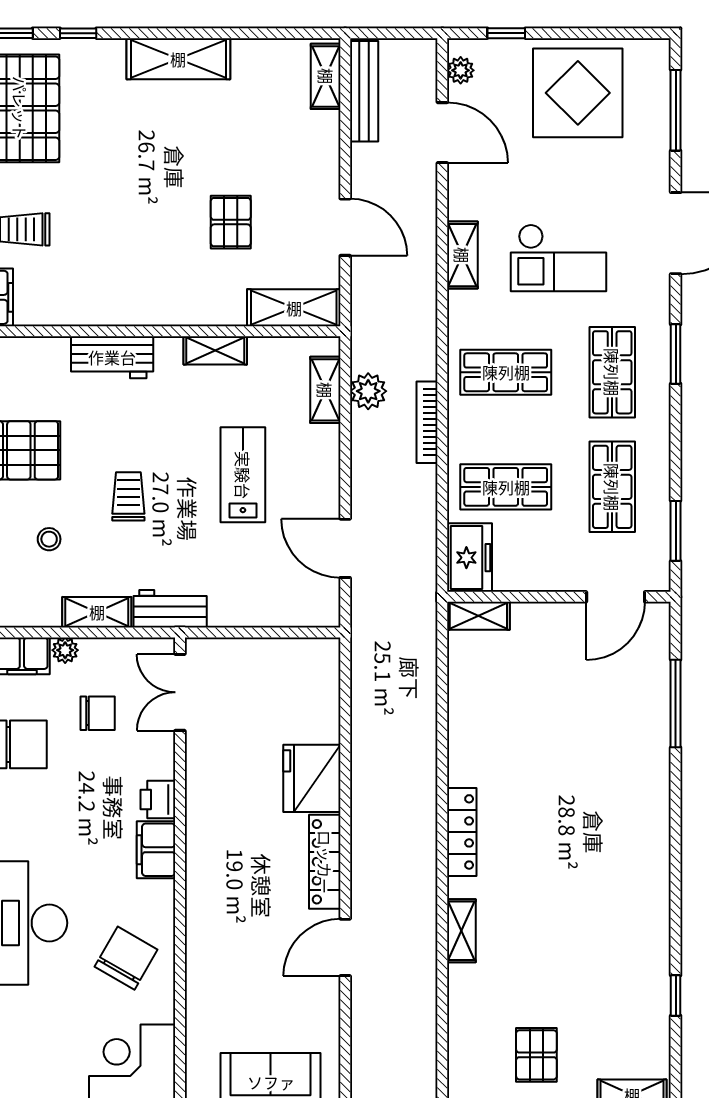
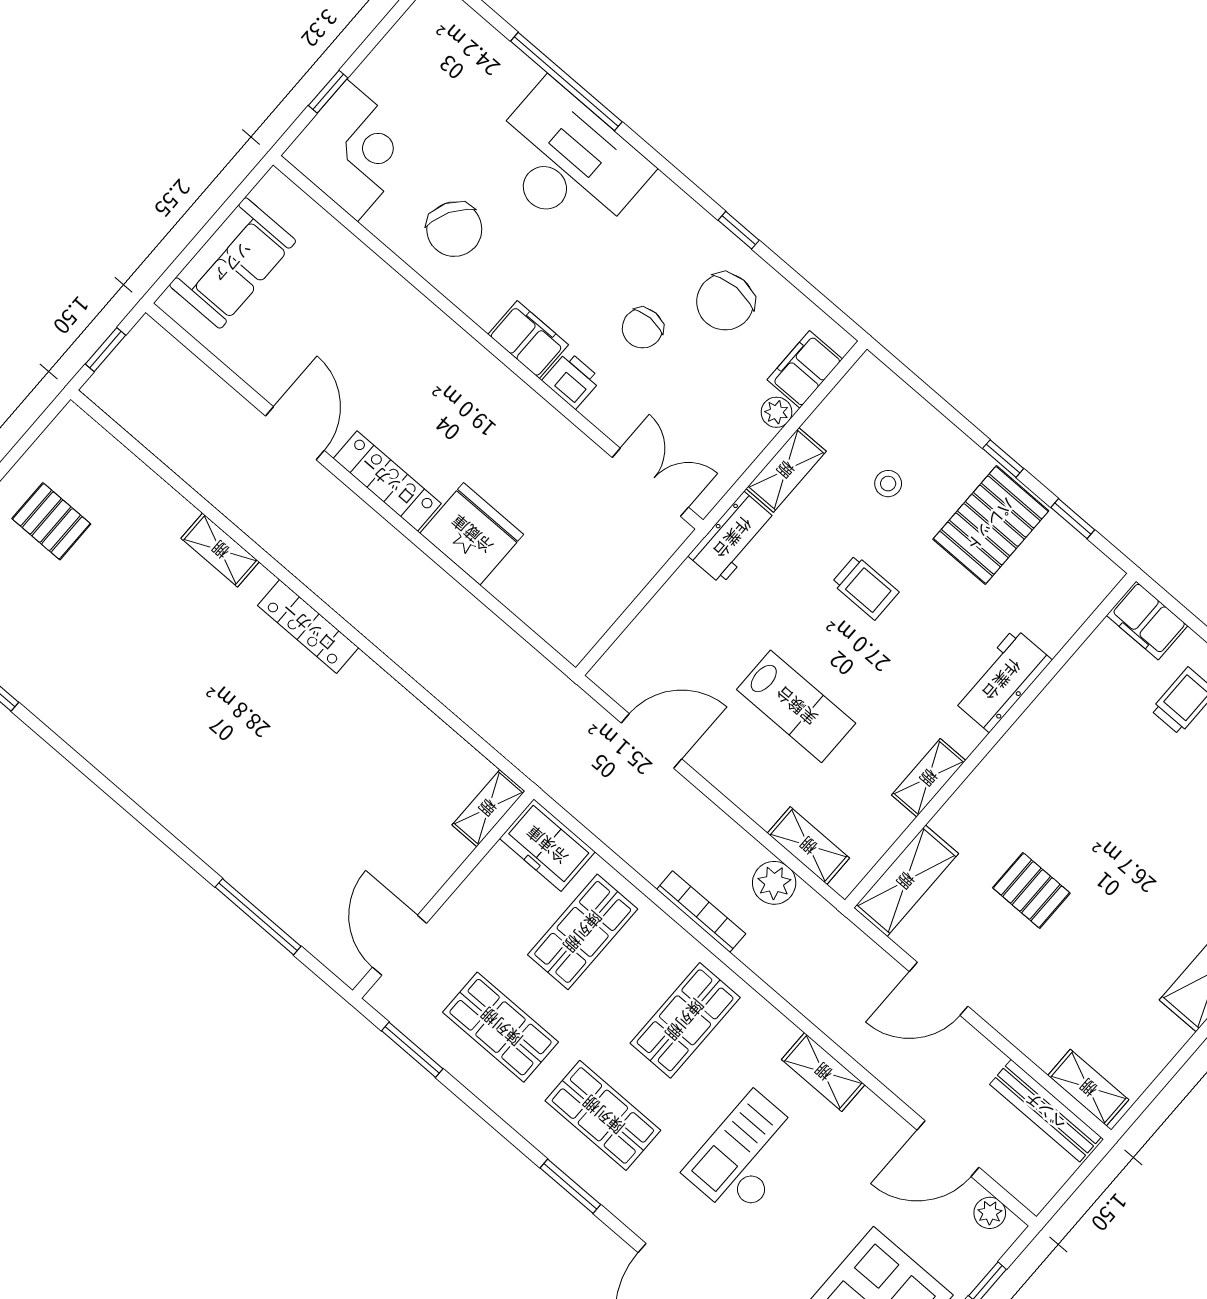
chair: (98, 713) -> (642, 328), moved

